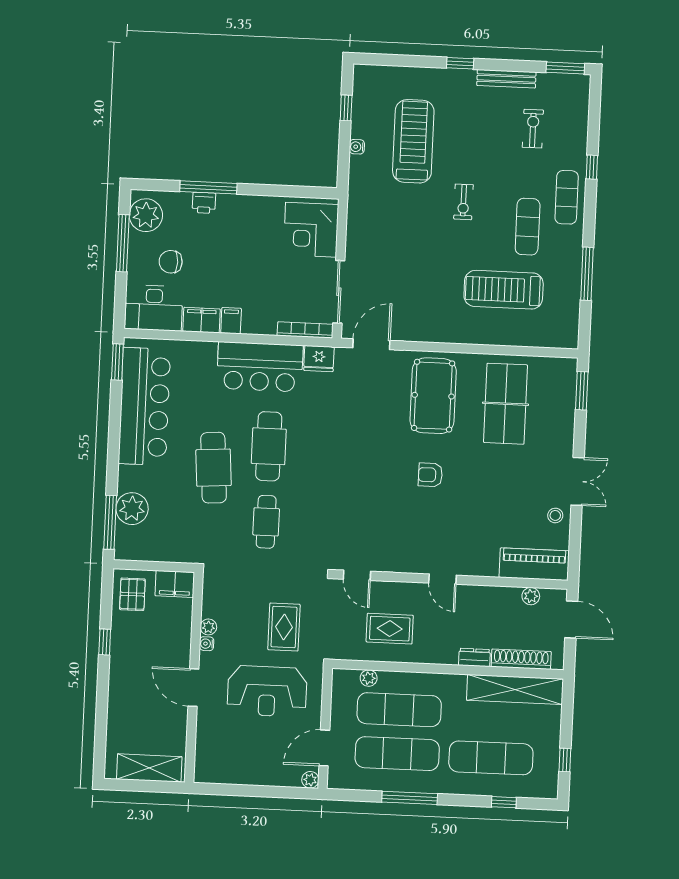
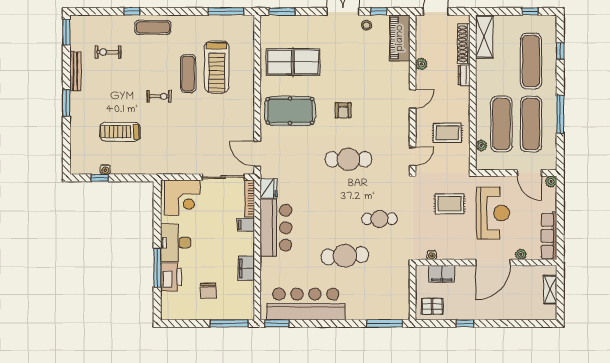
window: (460, 63) -> (66, 103), width x1.50
treadmill: (413, 141) -> (120, 132), width x0.73, depth x0.73
water cooler: (357, 147) -> (105, 169), moved
printer: (204, 203) -> (171, 277), width x1.87, depth x1.48
plant: (146, 215) -> (178, 309), removed
exercise mat: (528, 227) -> (188, 74), moved, turned 90
window: (123, 243) -> (229, 323), moved
window: (587, 274) -> (226, 11), moved
desk: (154, 308) -> (176, 243), moved, turned 180
filing cabinet: (231, 321) -> (246, 225), moved
cafe table: (269, 446) -> (348, 159), moved
plant: (132, 509) -> (375, 309), removed
window: (575, 535) -> (379, 11), added
filing cabinet: (175, 584) -> (442, 274), moved, turned 90
plant: (531, 596) -> (421, 64), moved
plant: (208, 627) -> (521, 254), moved
rug: (390, 629) -> (447, 133), turned 90
water cooler: (207, 644) -> (432, 255), moved
door: (193, 688) -> (493, 263), width x1.36
shelving: (515, 689) -> (484, 37), width x0.68
shelving: (149, 768) -> (550, 290), width x0.67, depth x0.75
row of seats: (229, 773) -> (549, 236), added

